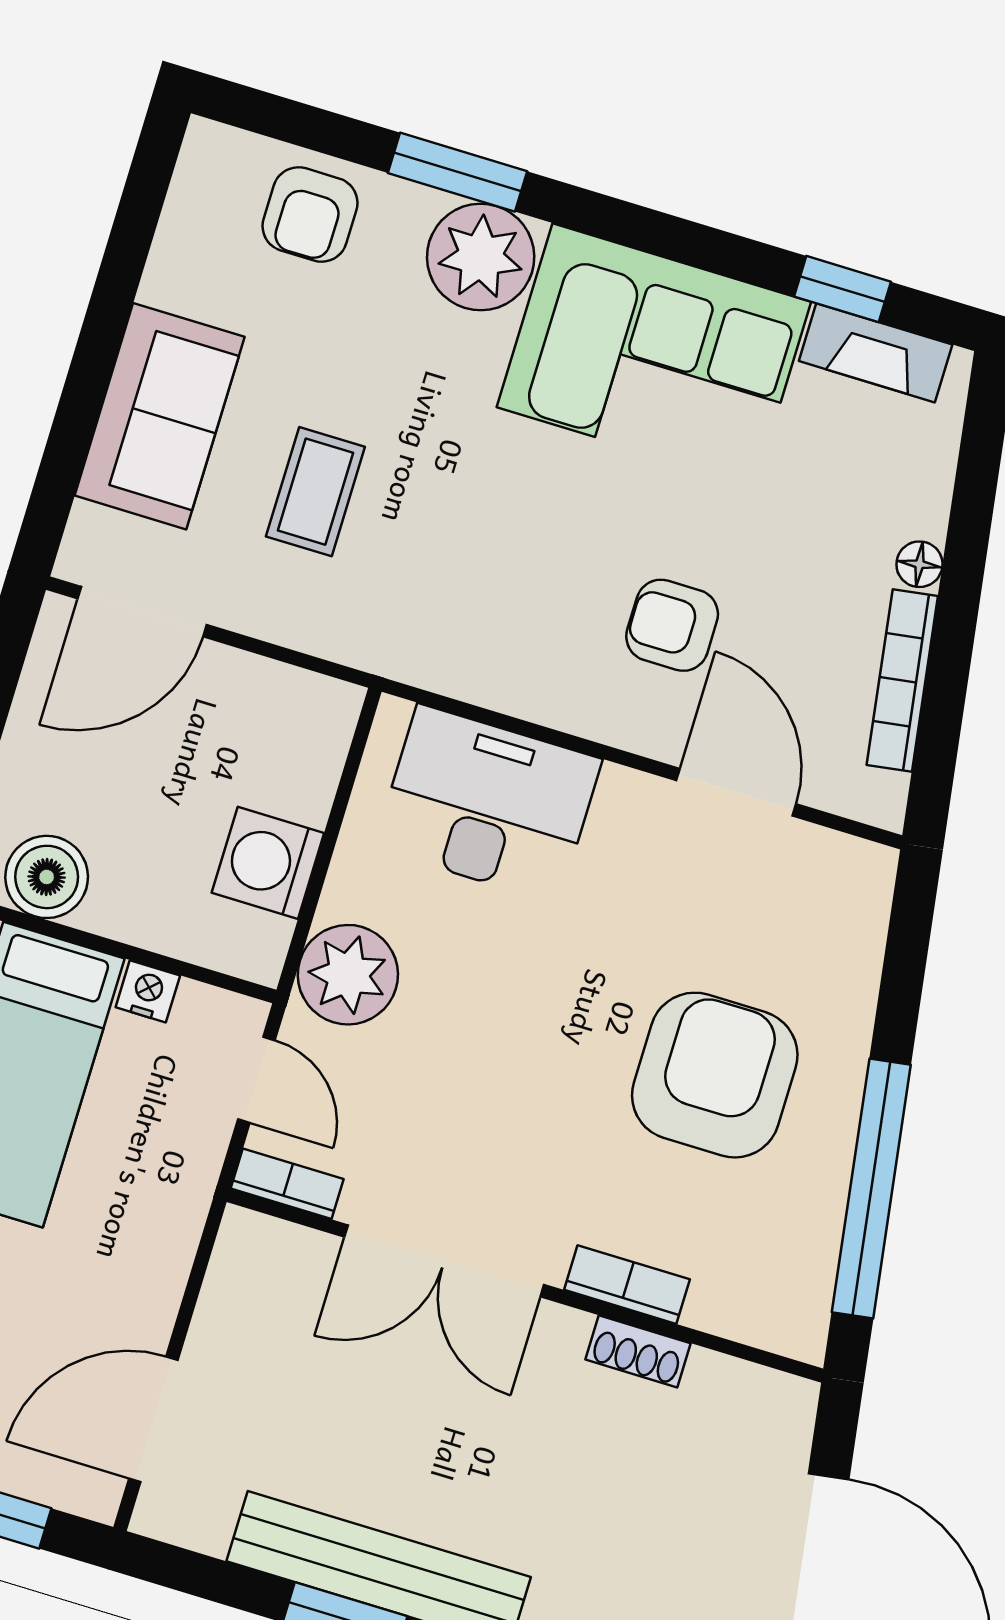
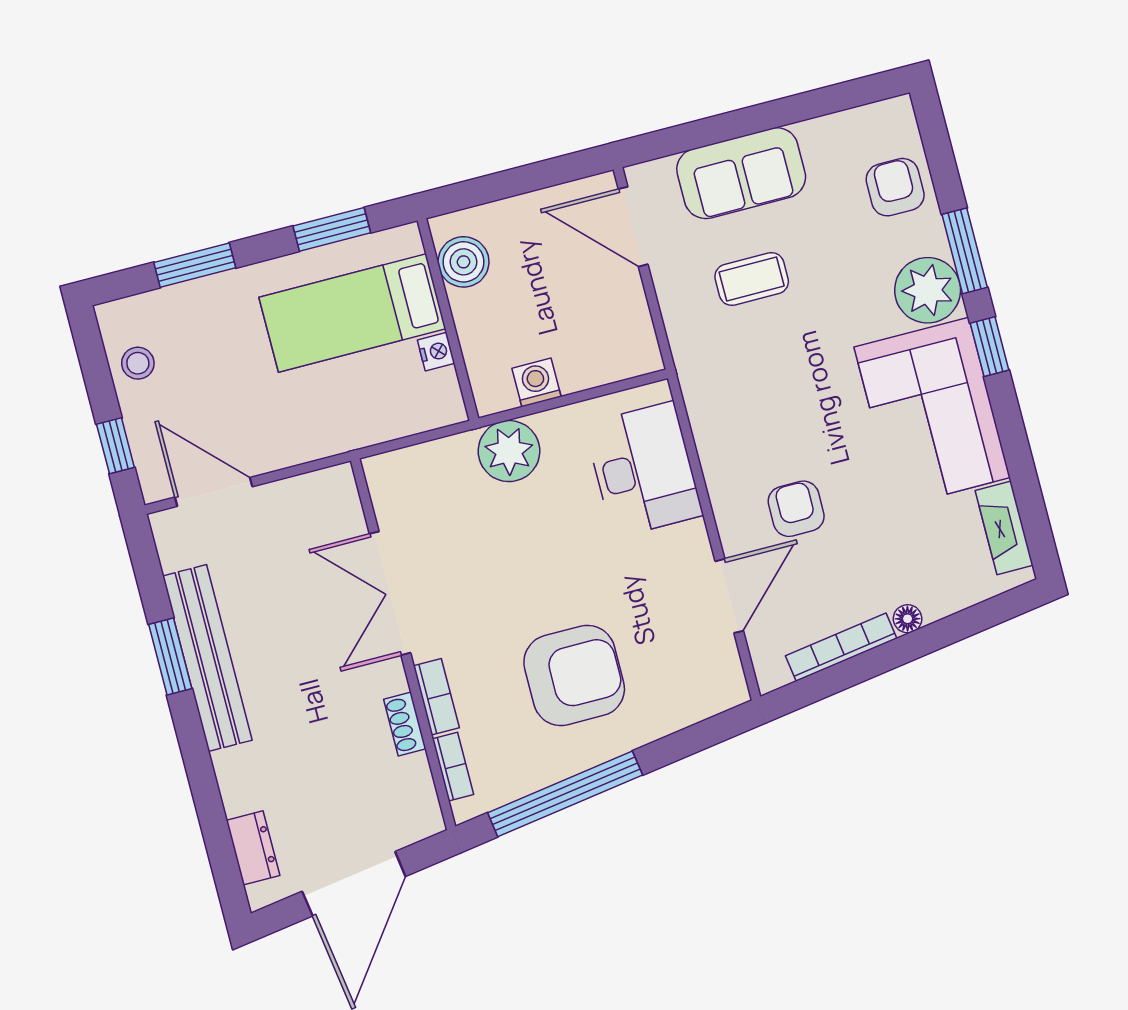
armchair: (310, 214) -> (895, 187), turned 90
window: (842, 289) -> (990, 347), moved
washing machine: (268, 863) -> (536, 383), width x0.73, depth x0.73
door: (256, 1080) -> (425, 437), removed
bookcase: (287, 1184) -> (453, 767), moved

